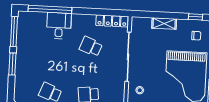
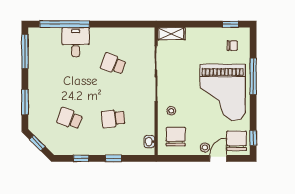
locker: (112, 21) -> (136, 34), removed
shelving: (164, 24) -> (171, 34), moved
window: (12, 64) -> (25, 102), moved

